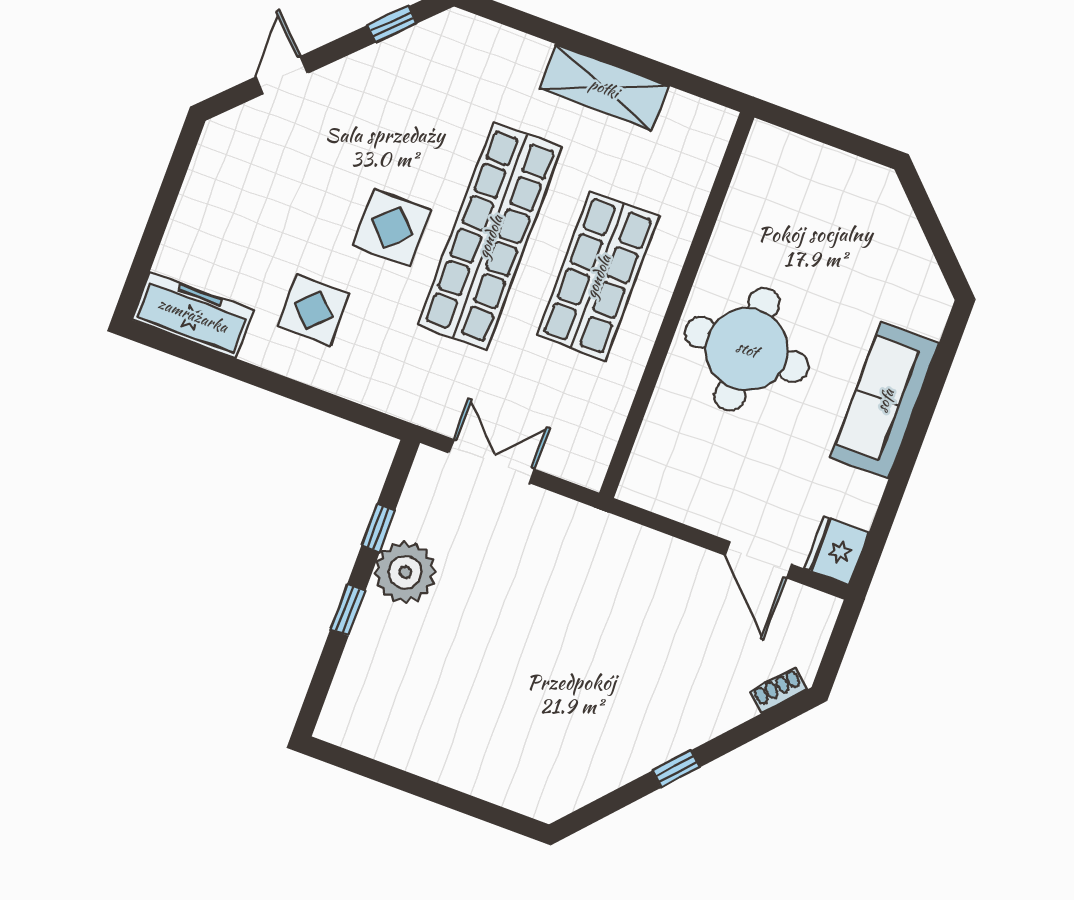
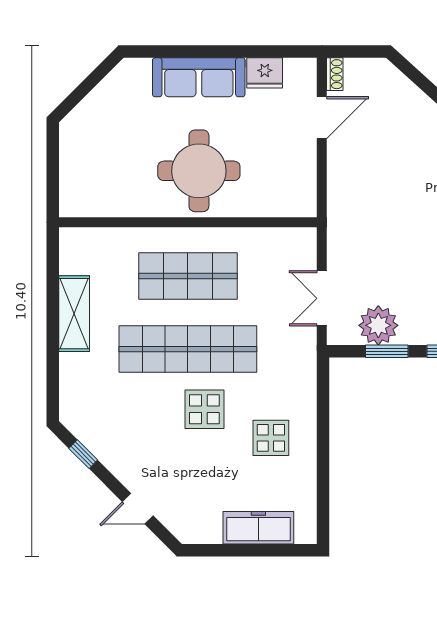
freezer: (193, 315) -> (258, 528), moved, turned 90
window: (378, 528) -> (387, 351), width x1.50
fridge: (836, 551) -> (265, 73), moved
plant: (405, 572) -> (378, 325), moved
shoe rack: (778, 690) -> (335, 74), moved, turned -132

